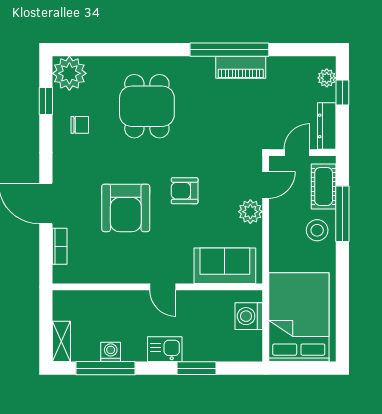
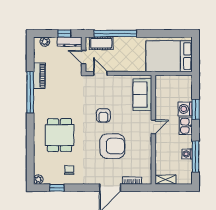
piano: (241, 67) -> (39, 76), moved
plant: (69, 73) -> (38, 180), width x0.53, depth x0.53
window: (342, 93) -> (64, 33), moved
dining table: (147, 106) -> (59, 135), turned 90
plant: (250, 212) -> (114, 81), removed
window: (342, 214) -> (115, 33), width x1.46
stool: (317, 230) -> (124, 47), removed
washing machine: (249, 316) -> (185, 109), moved, turned 90
shelving: (61, 341) -> (166, 180), moved

